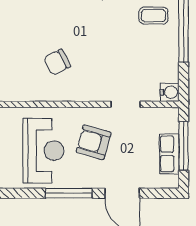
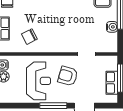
chair: (57, 62) -> (29, 37), moved
water cooler: (170, 92) -> (112, 27), moved

